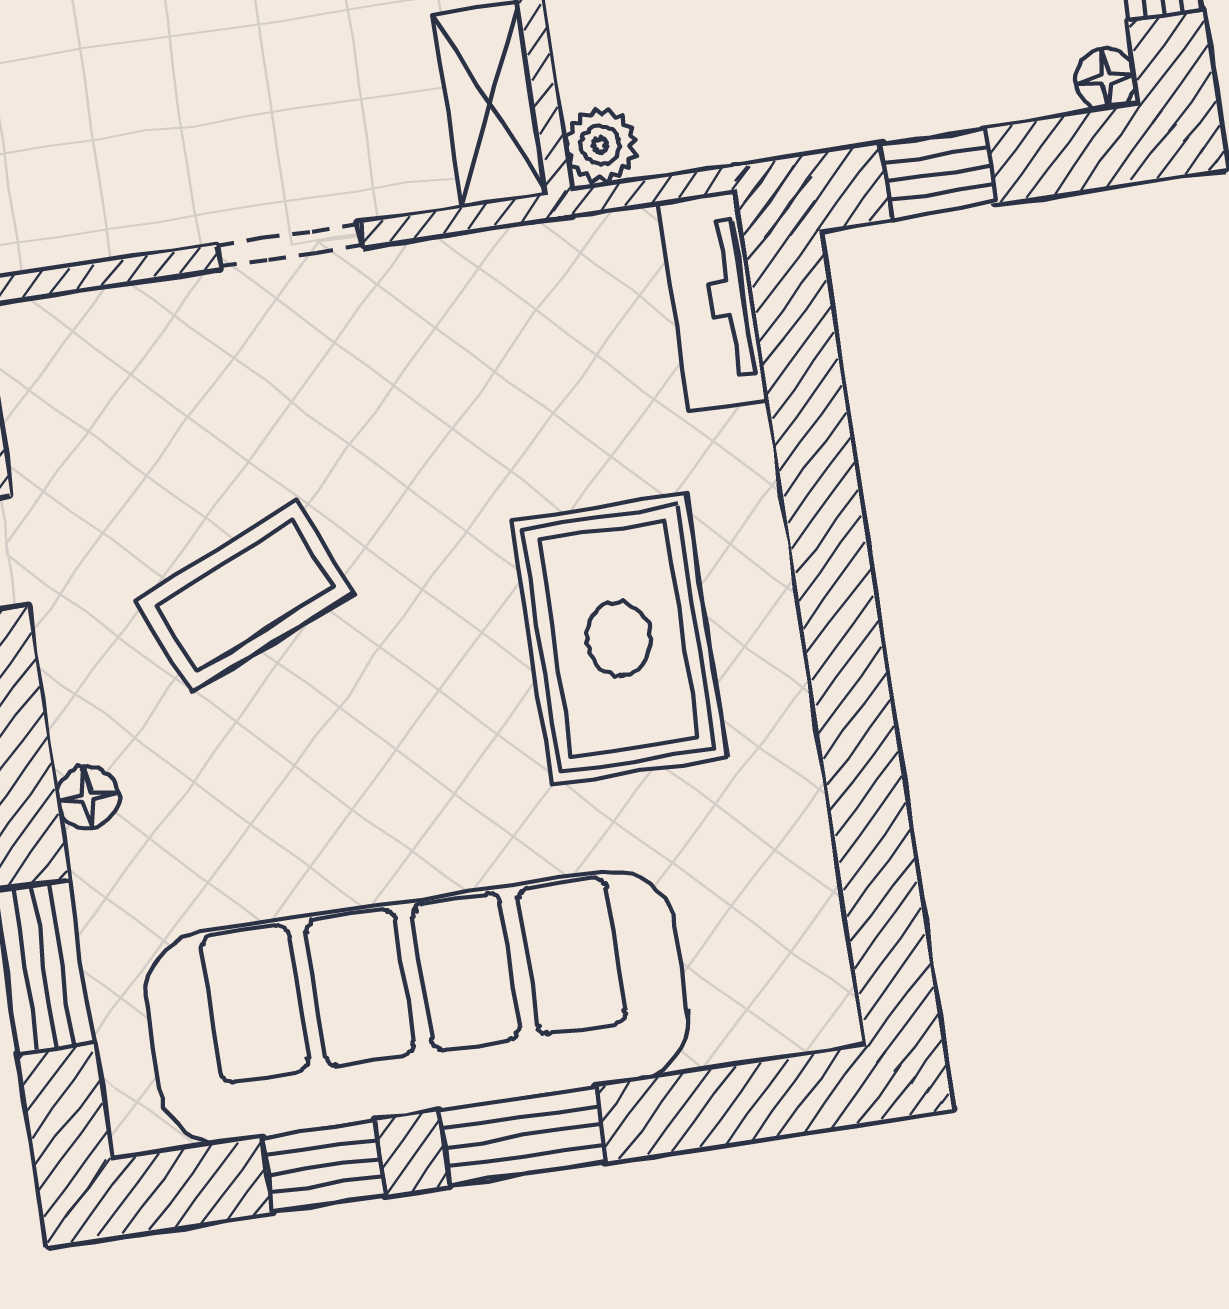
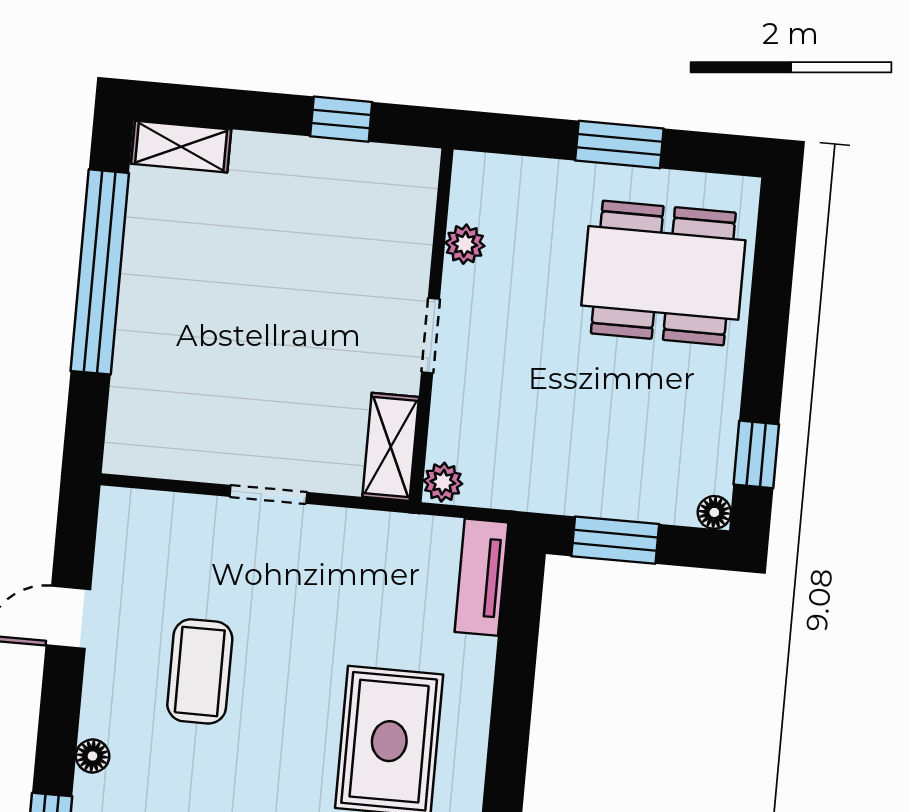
window: (939, 174) -> (615, 540), width x1.50
coffee table: (244, 597) -> (200, 671), turned -67

